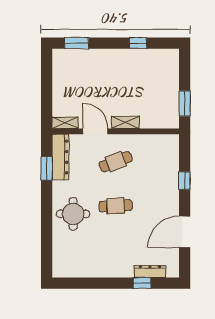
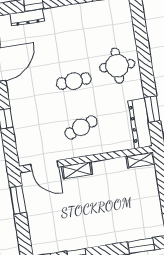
door: (95, 131) -> (45, 166), moved

